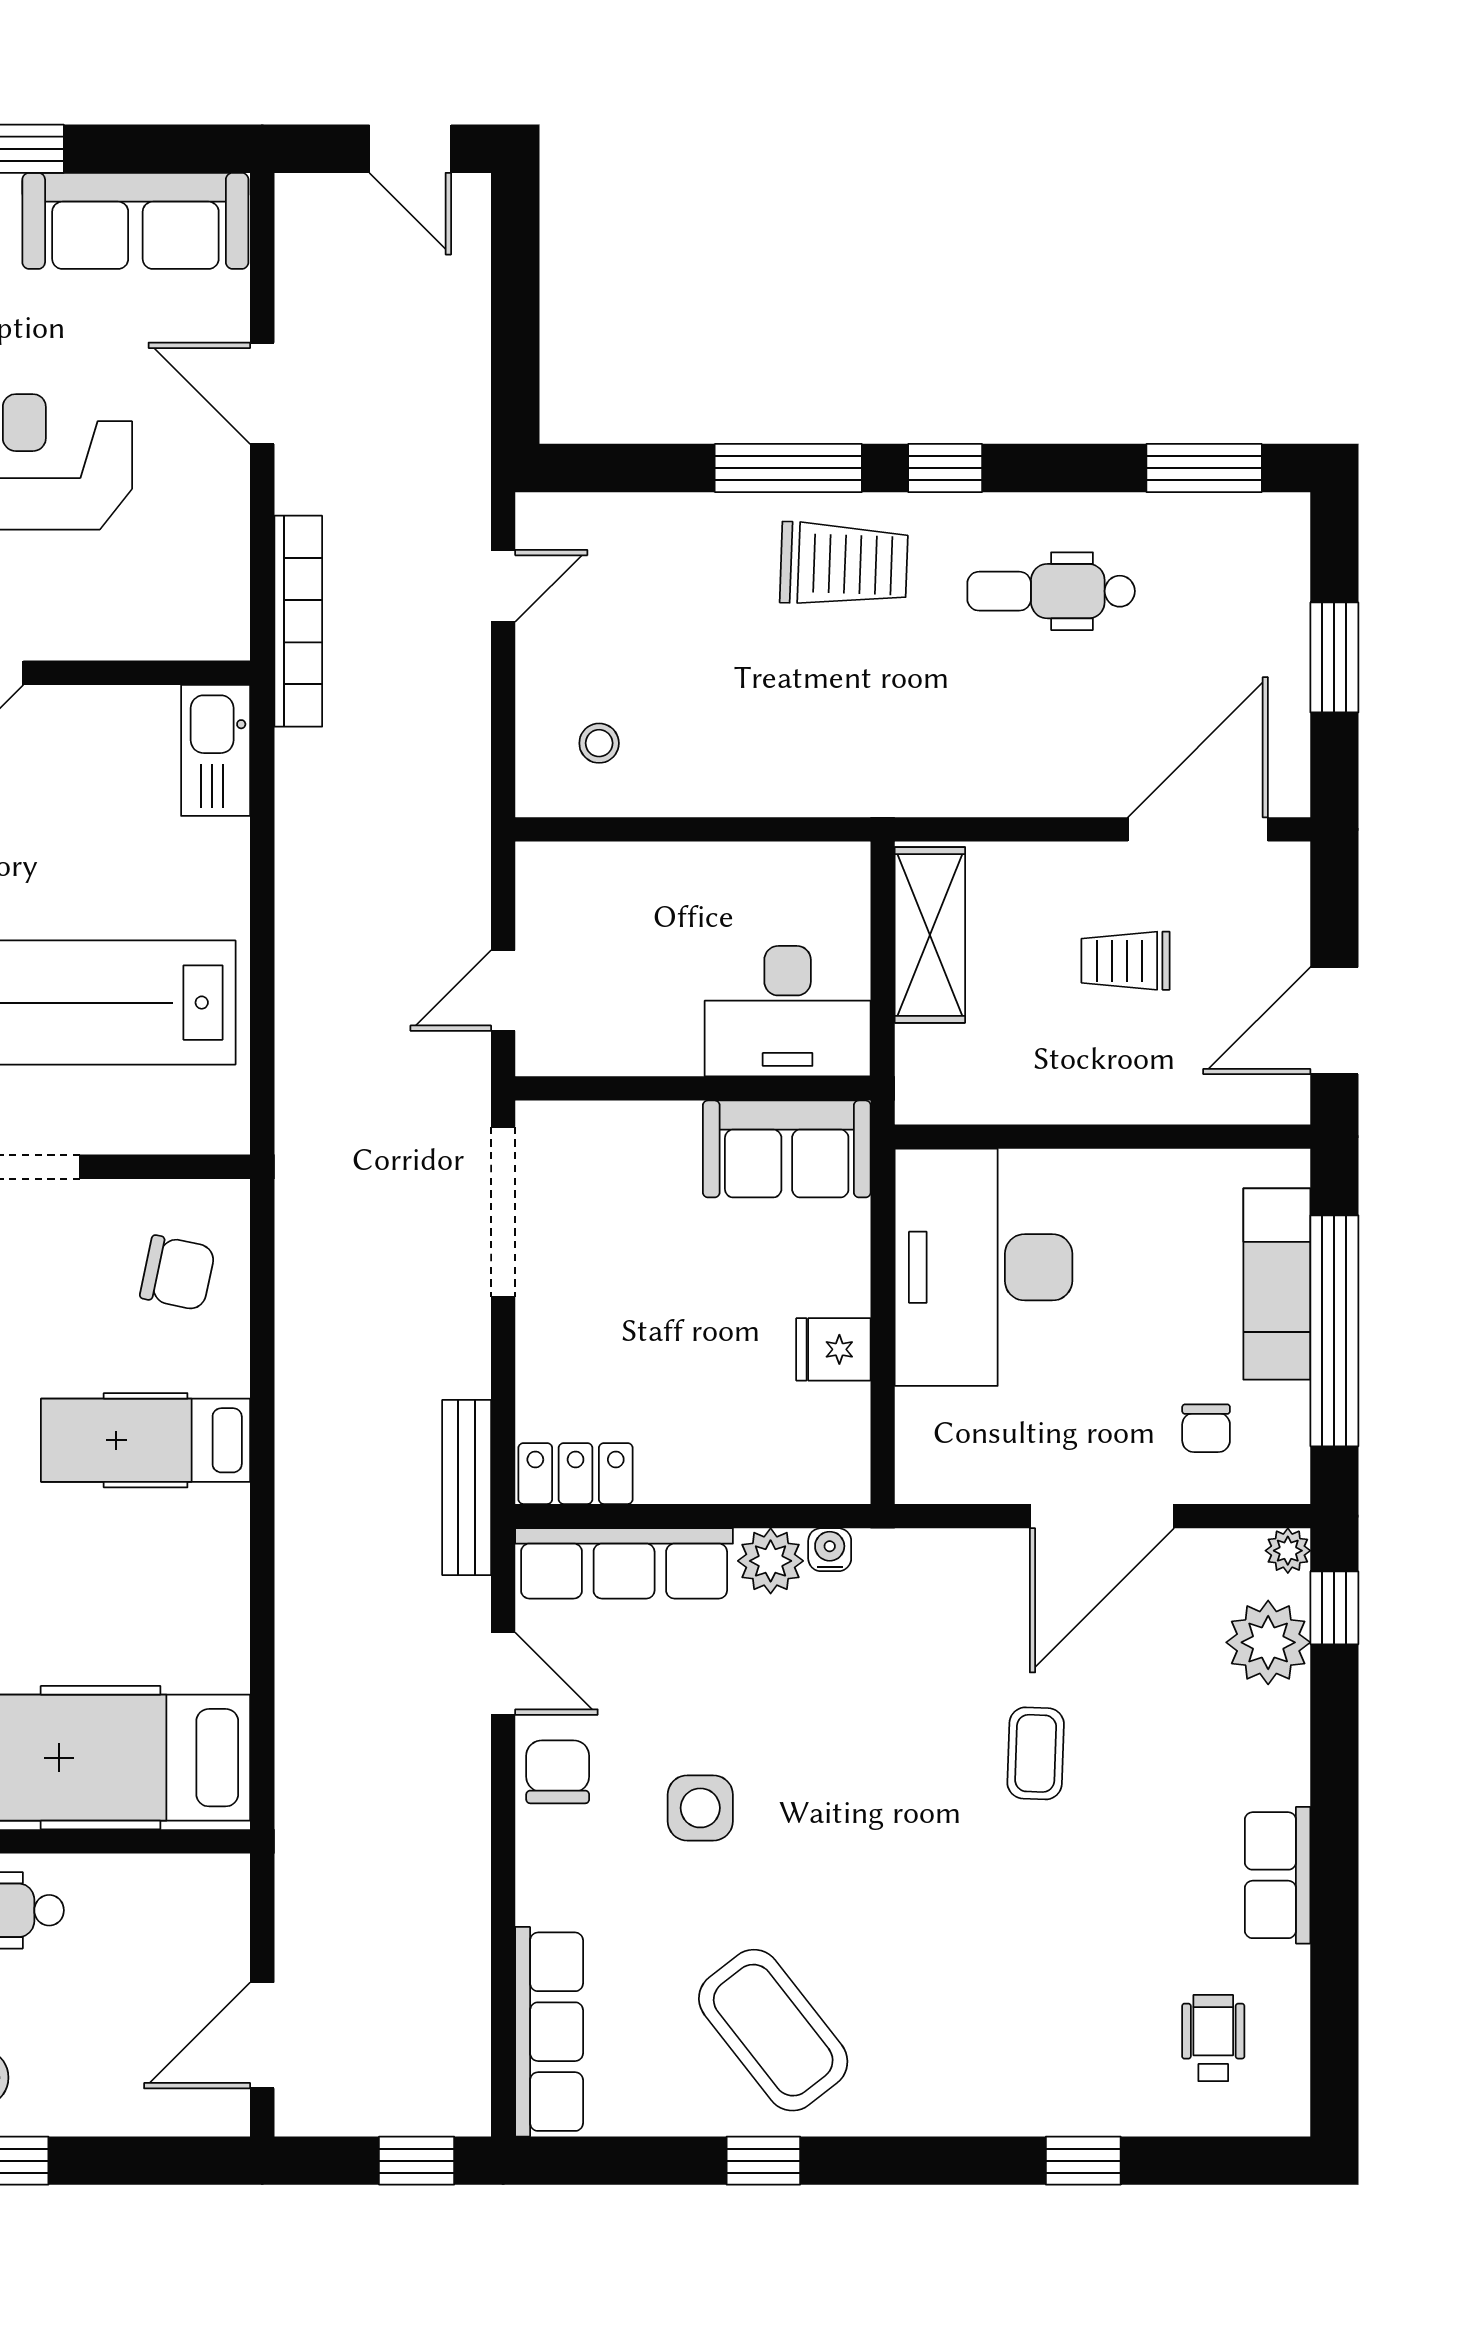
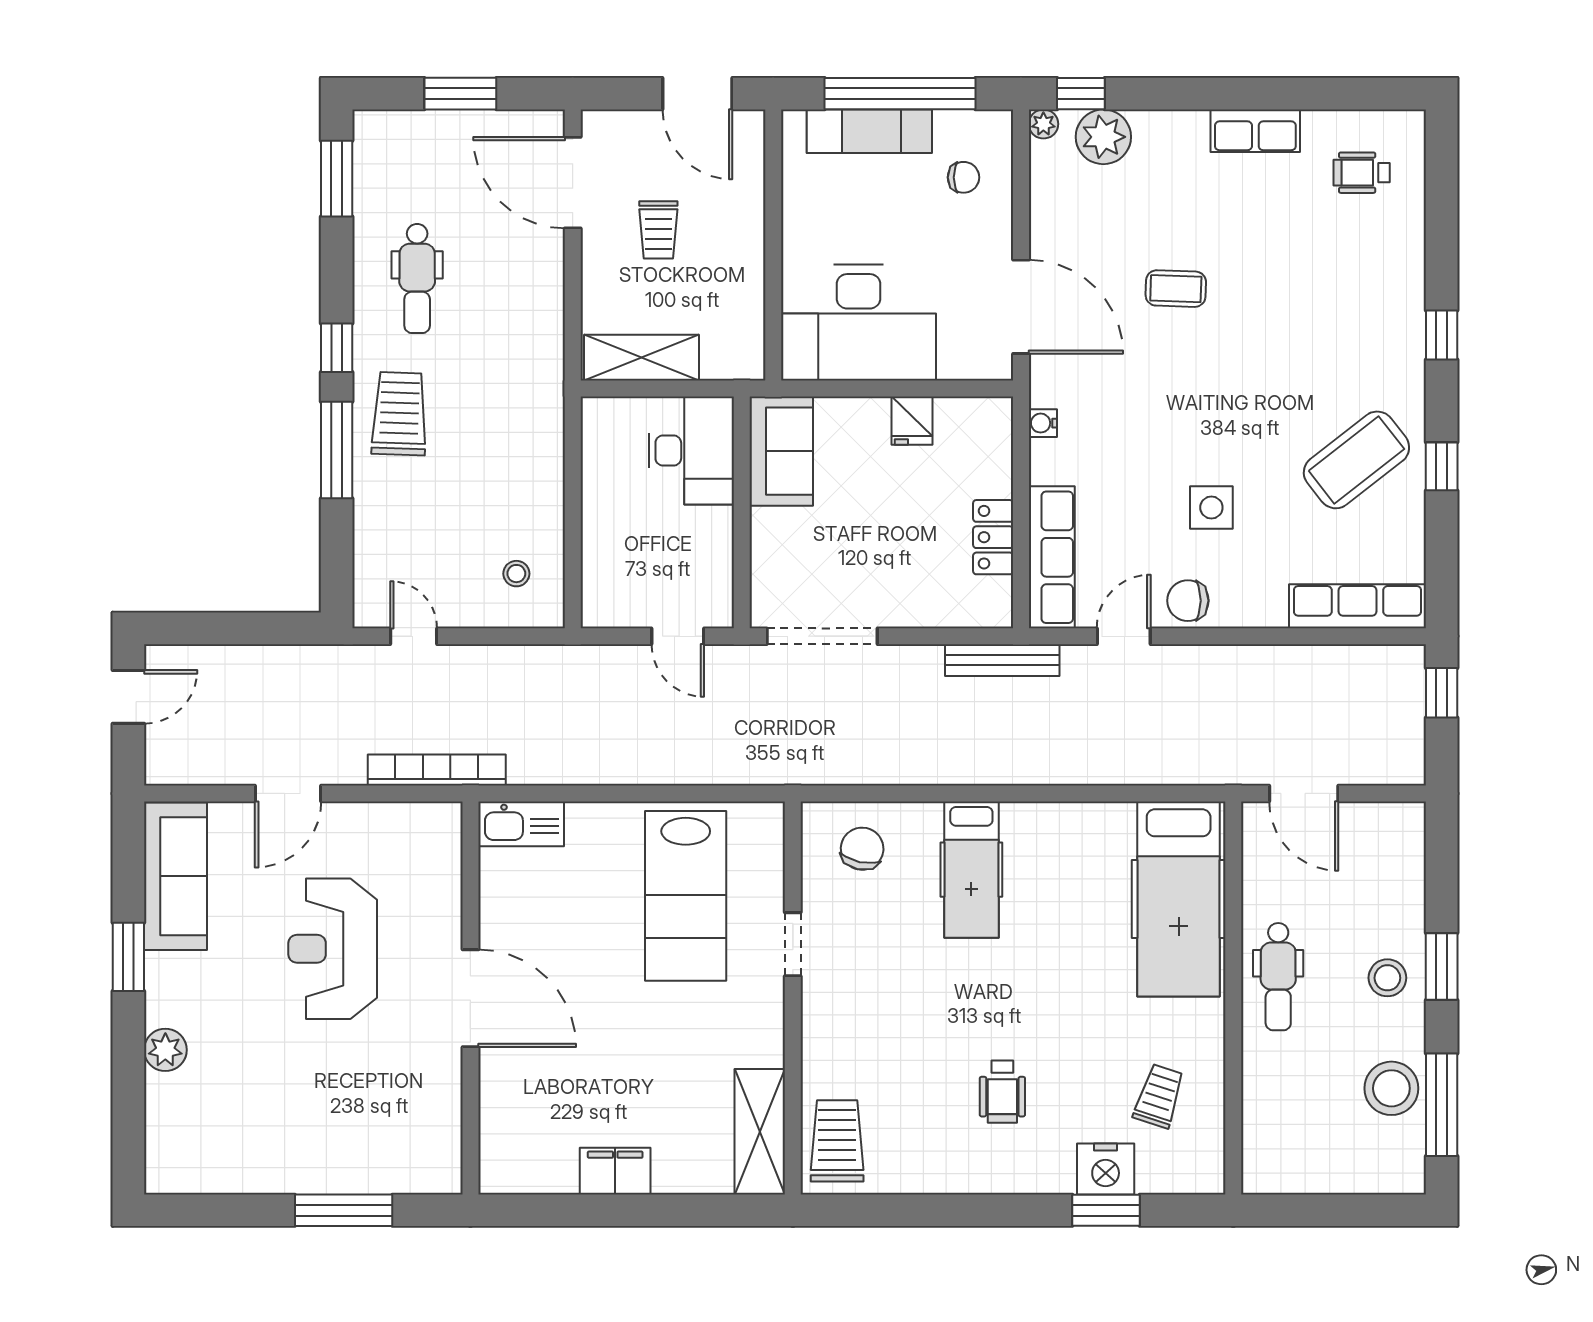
locker: (576, 1474) -> (993, 537), moved
door: (1102, 1516) -> (1021, 307), moved
plant: (771, 1561) -> (1050, 462), removed
door: (262, 2035) -> (1304, 793), moved
window: (1083, 2161) -> (1442, 335), moved

